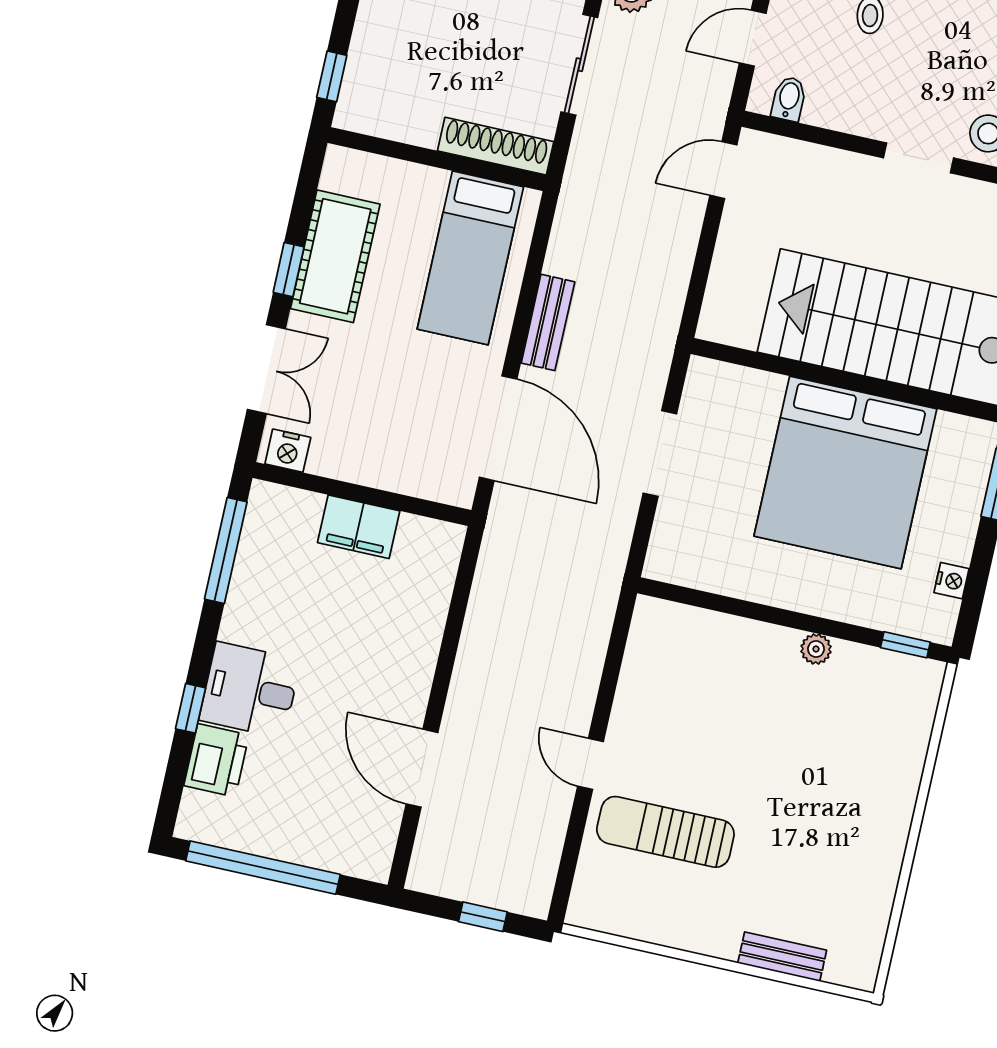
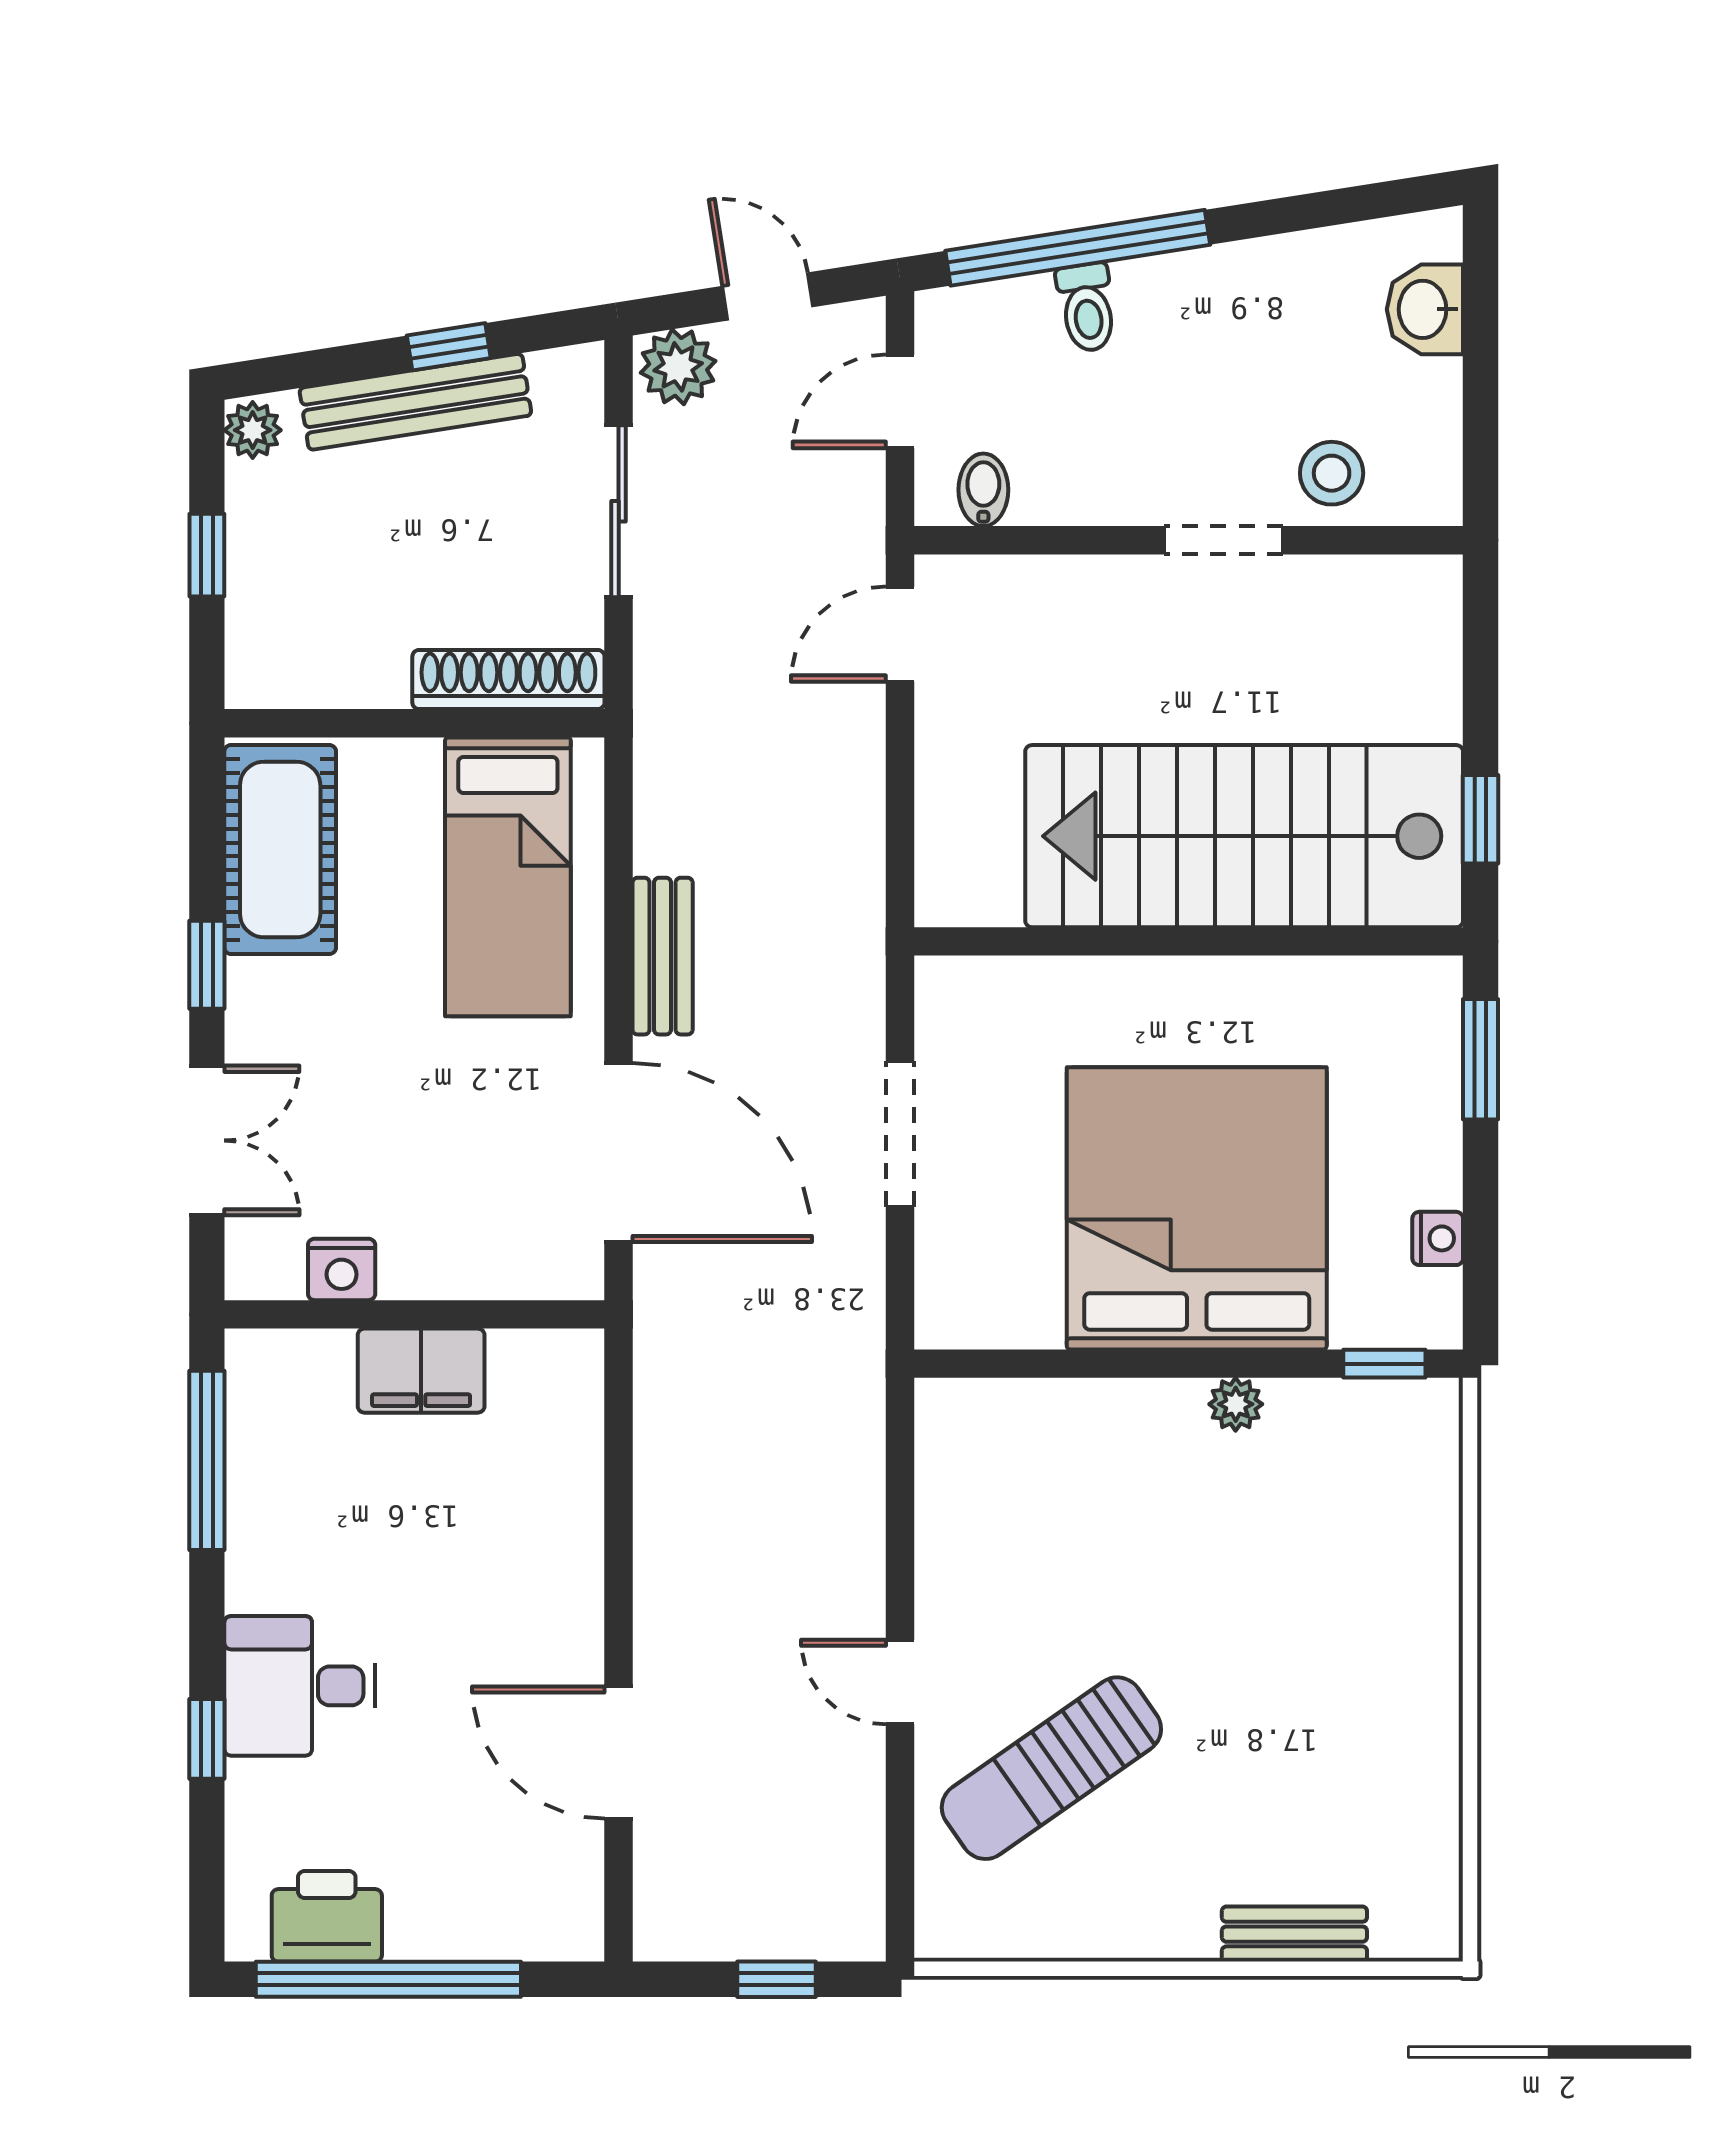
window: (332, 76) -> (207, 555), moved
cot: (335, 256) -> (280, 850), moved
nightstand: (288, 451) -> (342, 1269), moved
bed: (845, 473) -> (1197, 1208), moved, turned 180
printer: (216, 760) -> (327, 1916), moved, turned -90
sun lounger: (665, 832) -> (1051, 1768), turned -35

